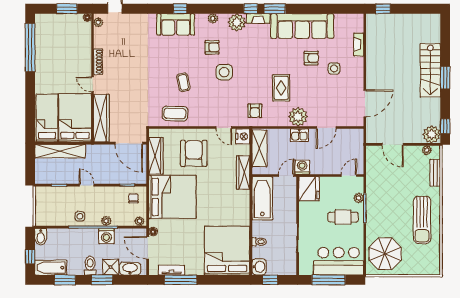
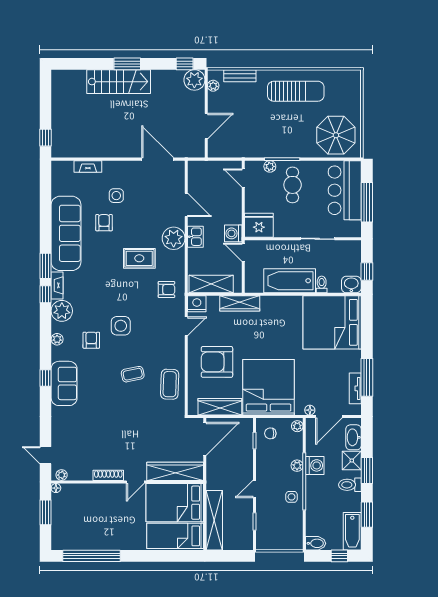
bathtub: (262, 198) -> (290, 281), moved

